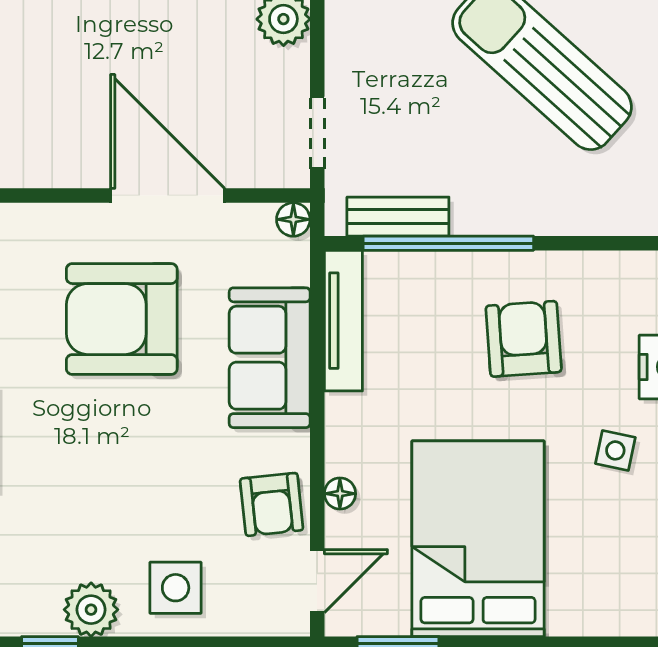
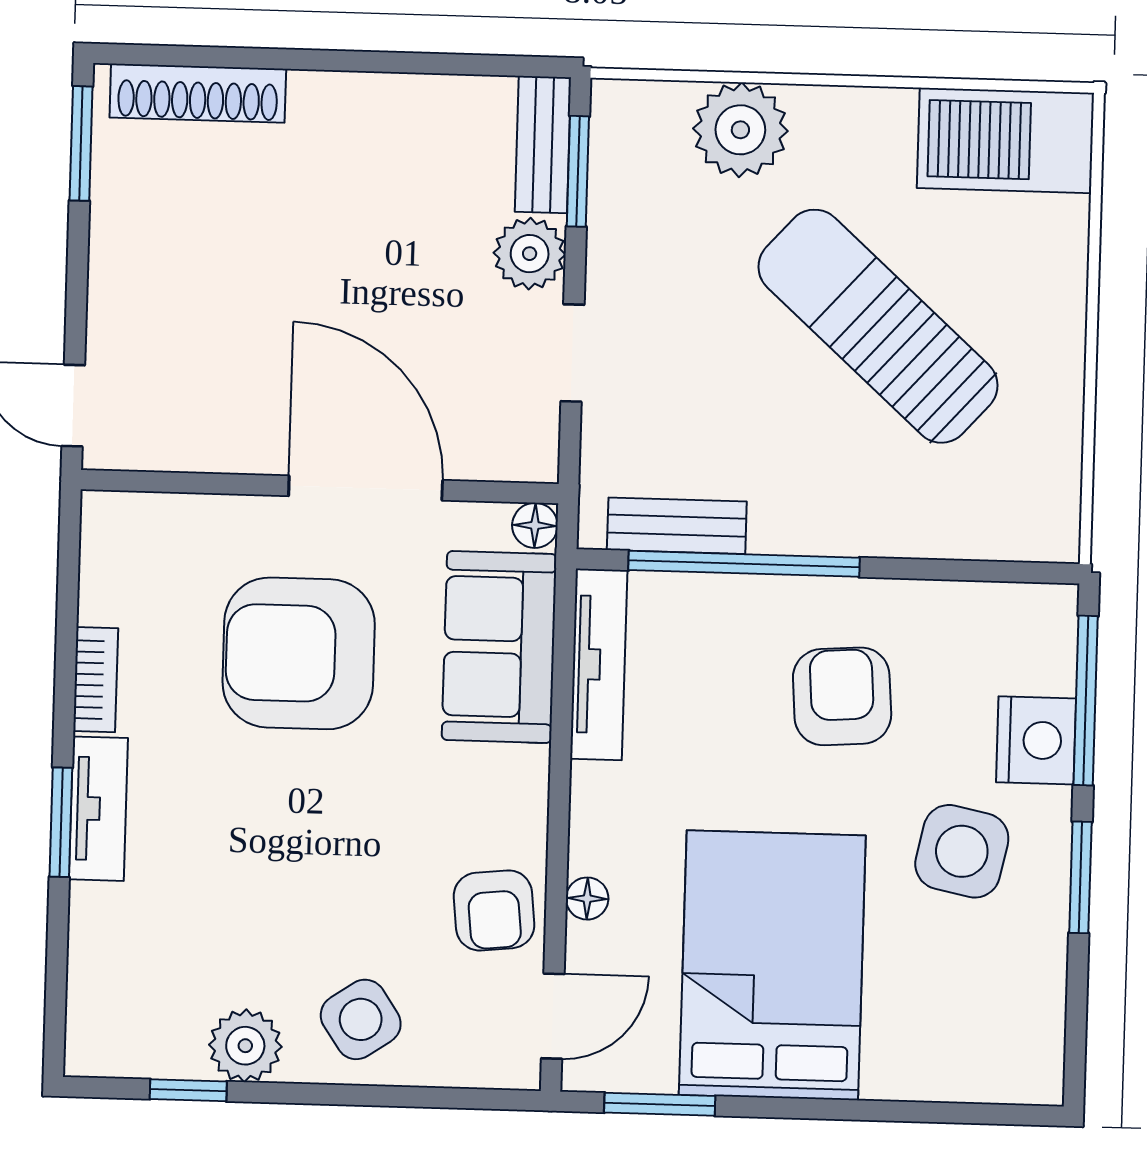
doorway: (317, 133) -> (572, 353), moved
sofa: (270, 358) -> (499, 647), moved
side table: (615, 450) -> (962, 851), width x1.87, depth x1.87
side table: (176, 588) -> (361, 1019), turned -34

